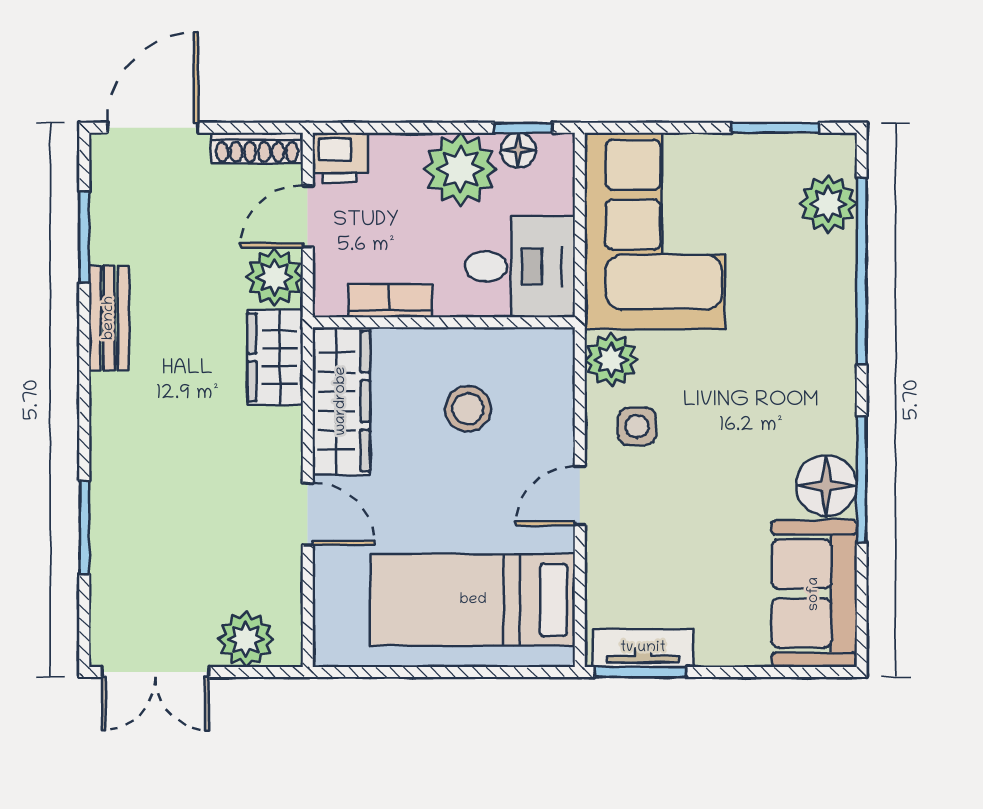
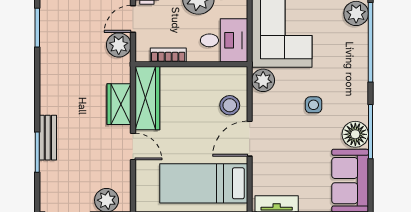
bench: (109, 318) -> (48, 138), moved
wardrobe: (275, 357) -> (119, 104), moved
stool: (468, 409) -> (230, 105), moved
side table: (637, 426) -> (313, 105), moved
door: (580, 496) -> (250, 139), width x1.37

